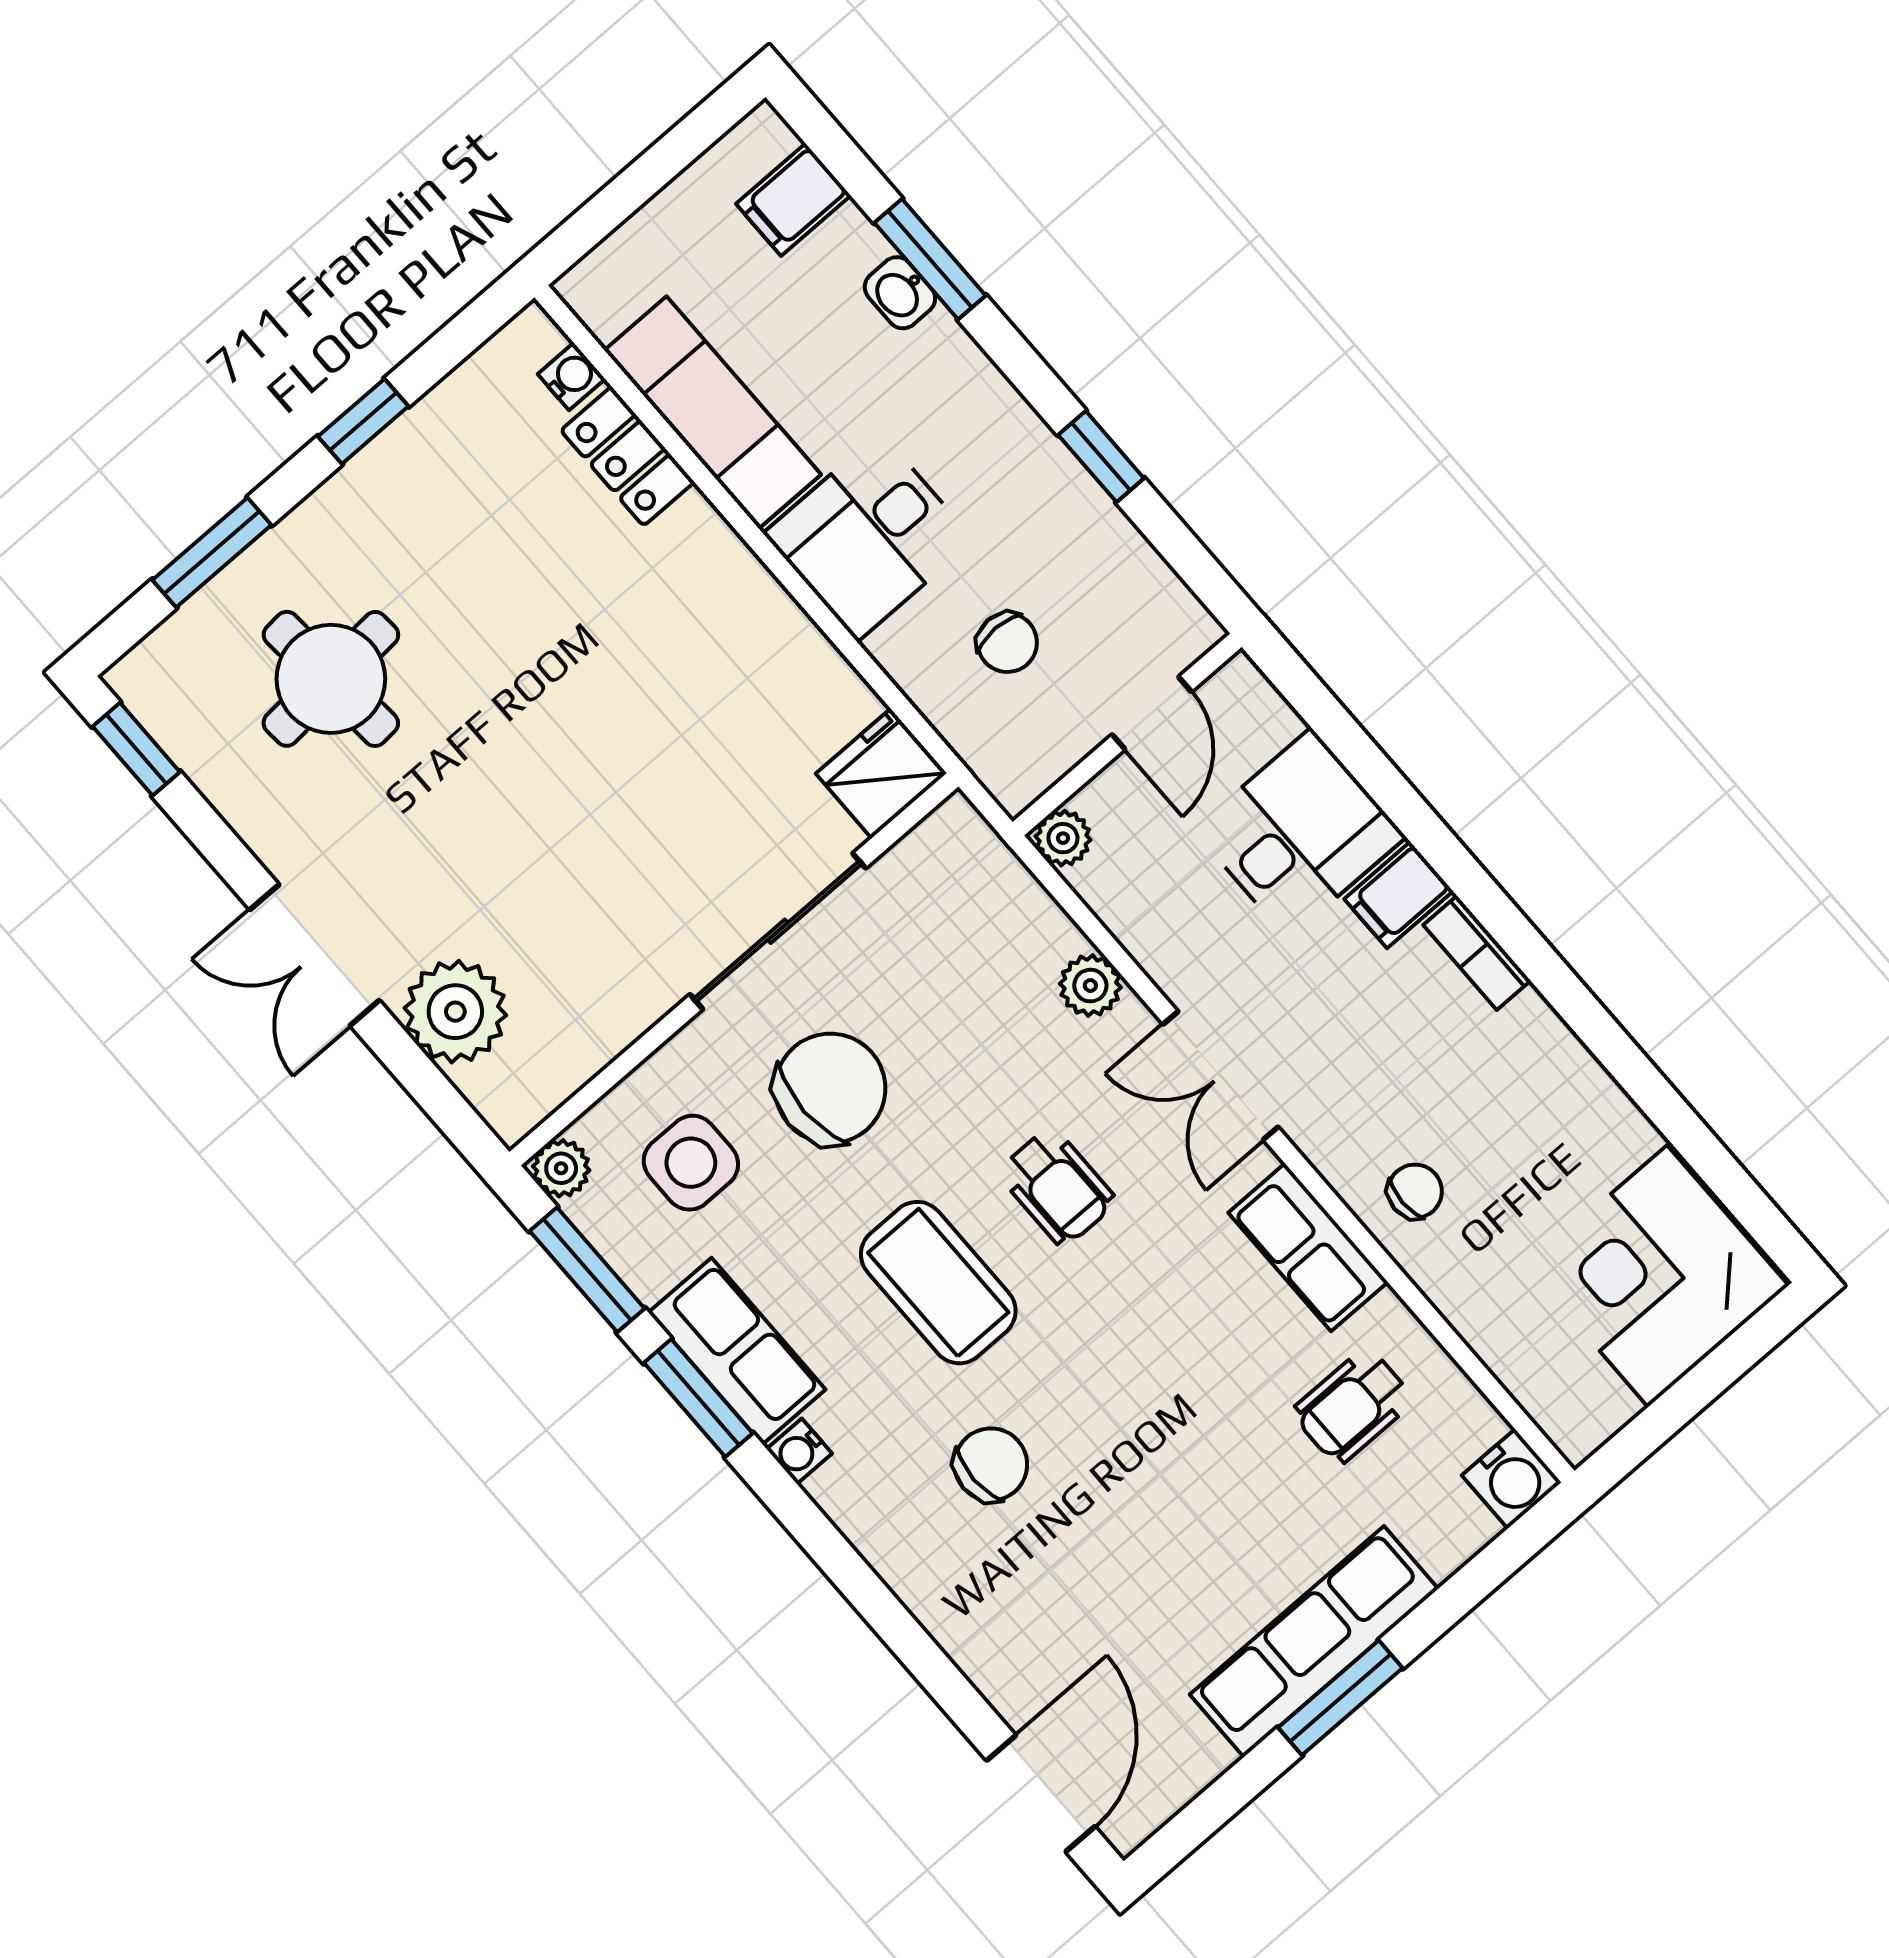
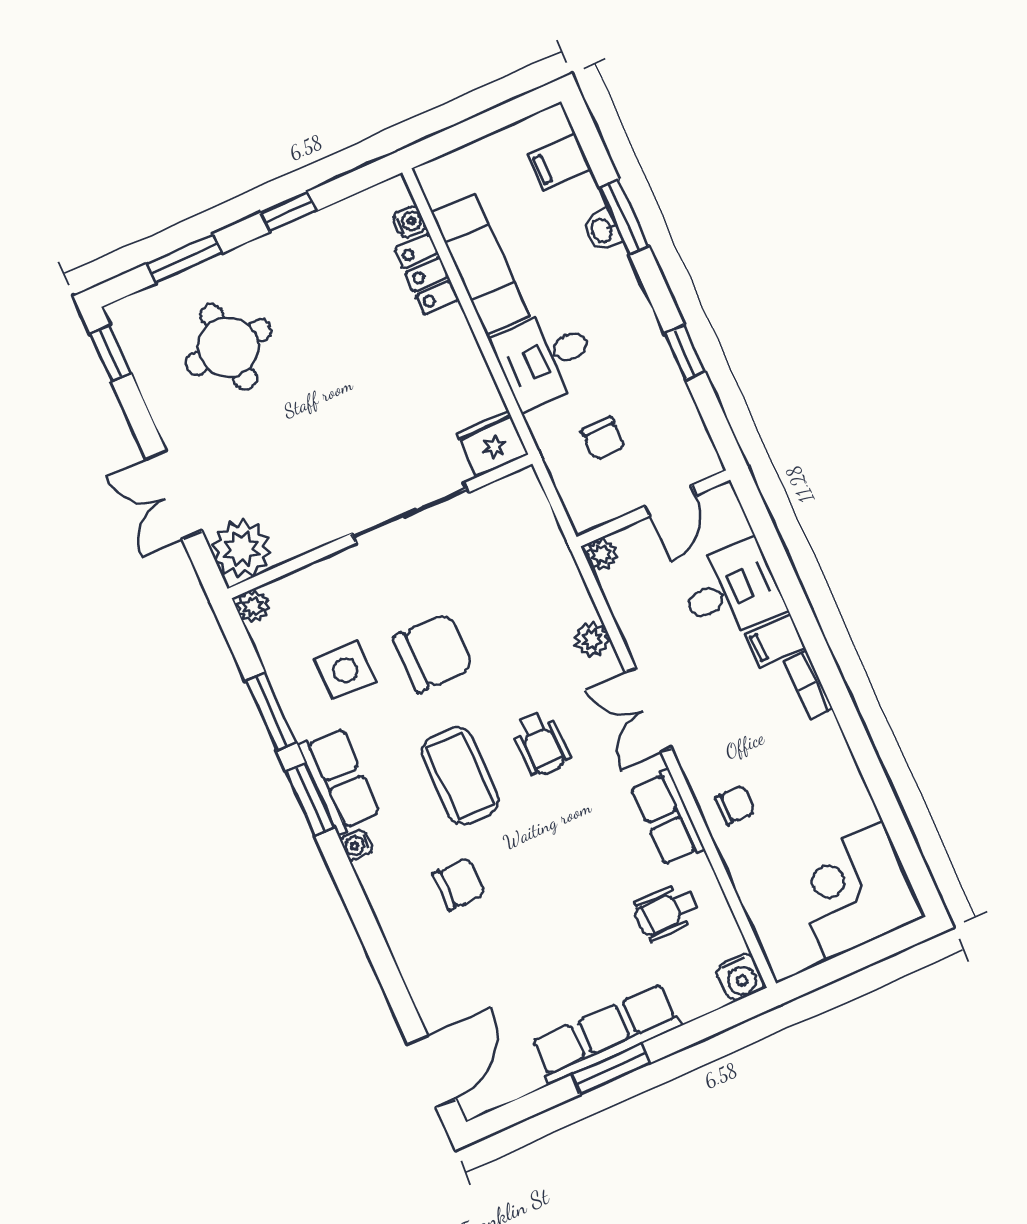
fridge: (881, 773) -> (493, 444), moved
sliding door: (778, 931) -> (410, 513), moved
wall: (734, 969) -> (380, 526), moved
plant: (561, 1168) -> (253, 606), moved

